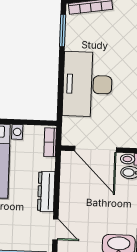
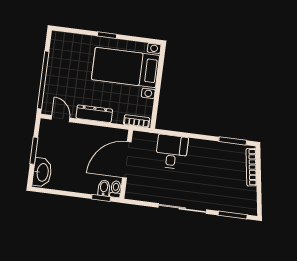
desk: (87, 84) -> (172, 152), width x0.53, depth x0.77
door: (55, 229) -> (61, 119), swing flipped

